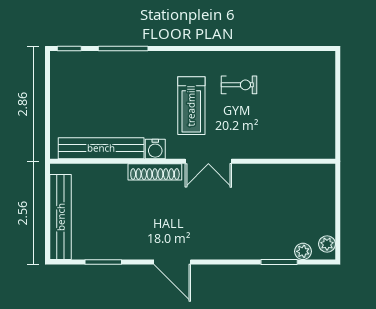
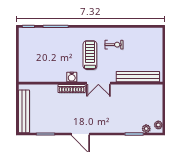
treadmill: (191, 106) -> (90, 55), turned 180
bench: (101, 148) -> (138, 77), moved

